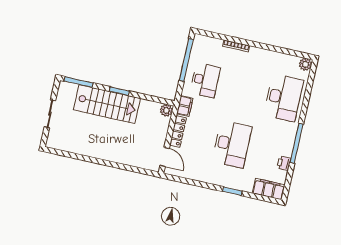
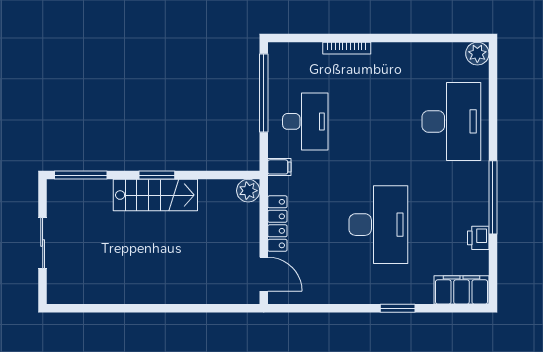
stairs: (107, 104) -> (155, 195), width x0.73, depth x0.66
filing cabinet: (185, 106) -> (279, 167), width x0.50

